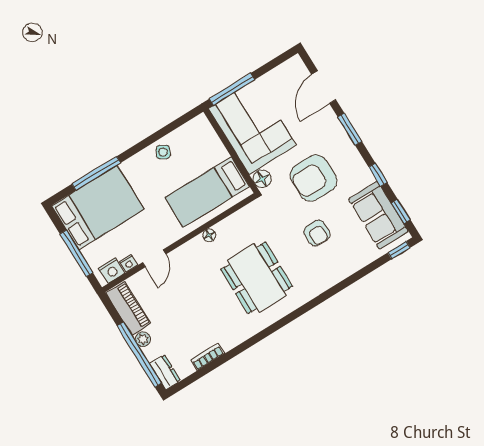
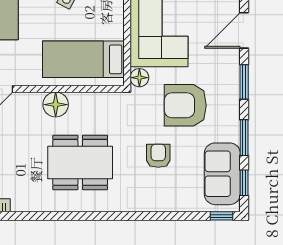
window: (378, 175) -> (244, 138), width x1.50
armchair: (317, 233) -> (158, 156), turned 180
floor lamp: (209, 235) -> (56, 105), width x1.89, depth x1.89
dining table: (257, 278) -> (80, 162), turned 90

